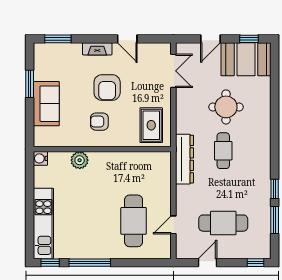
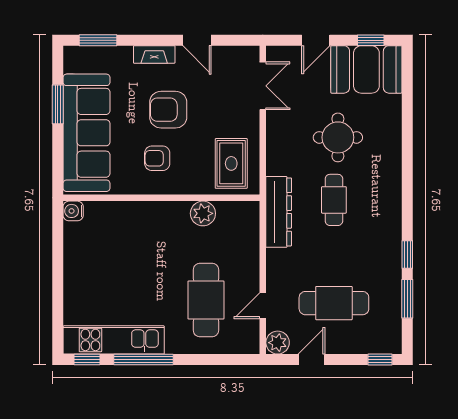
armchair: (107, 87) -> (168, 110), turned 90
sofa: (46, 104) -> (87, 133), width x1.85, depth x1.27
plant: (80, 160) -> (203, 213), moved
kitchen unit: (43, 223) -> (114, 340), moved, turned -90
plant: (184, 251) -> (278, 343), added

